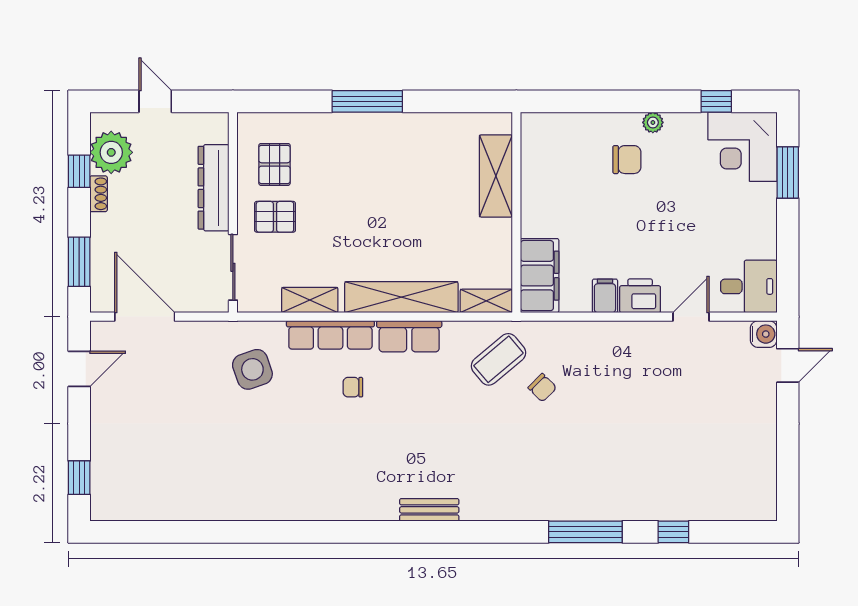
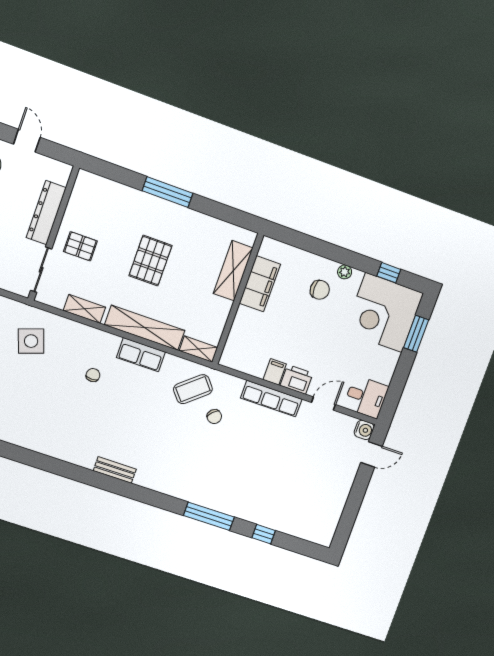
corner desk: (742, 147) -> (384, 313), width x1.36, depth x1.36
pallet: (274, 164) -> (150, 261), moved, width x1.50, depth x1.42
filing cabinet: (540, 276) -> (260, 284), moved
row of seats: (330, 335) -> (271, 399), moved
chair: (353, 387) -> (93, 375), turned 90

